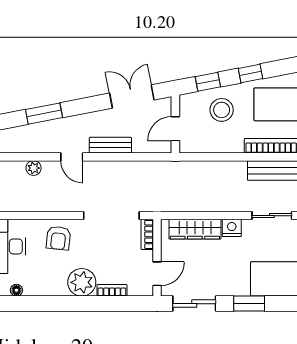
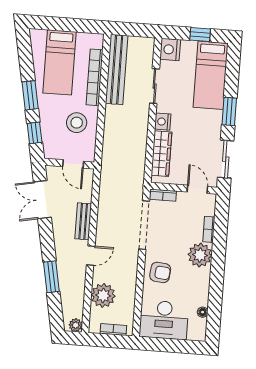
window: (250, 73) -> (30, 95), width x1.50
stool: (222, 110) -> (77, 123), moved
plant: (34, 168) -> (103, 295), width x1.88, depth x1.88

